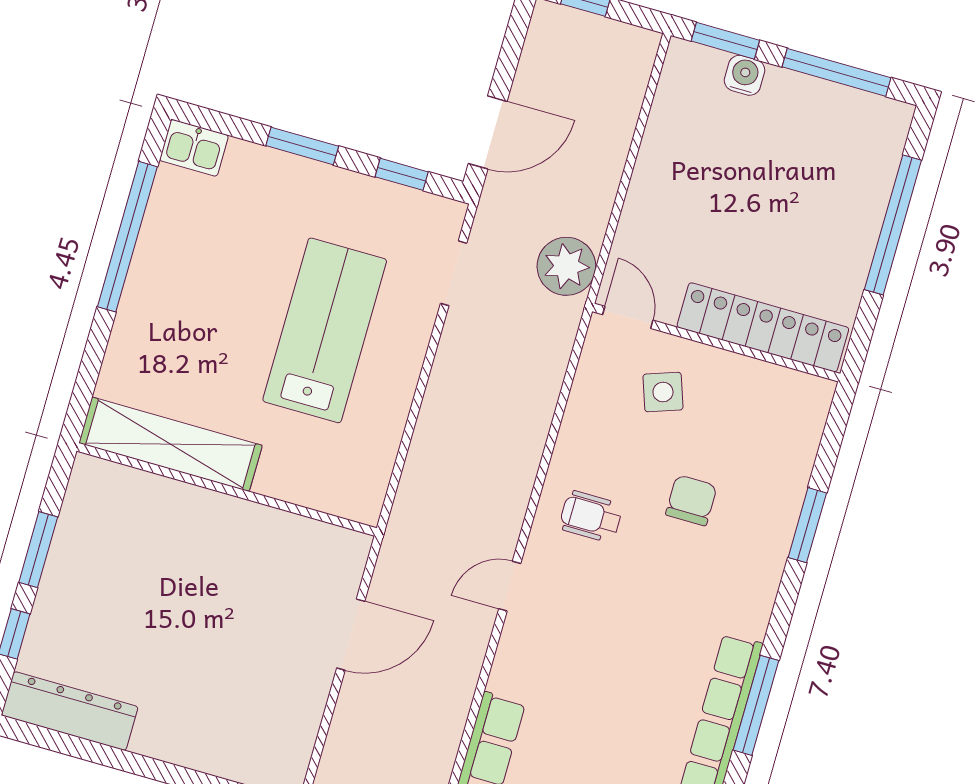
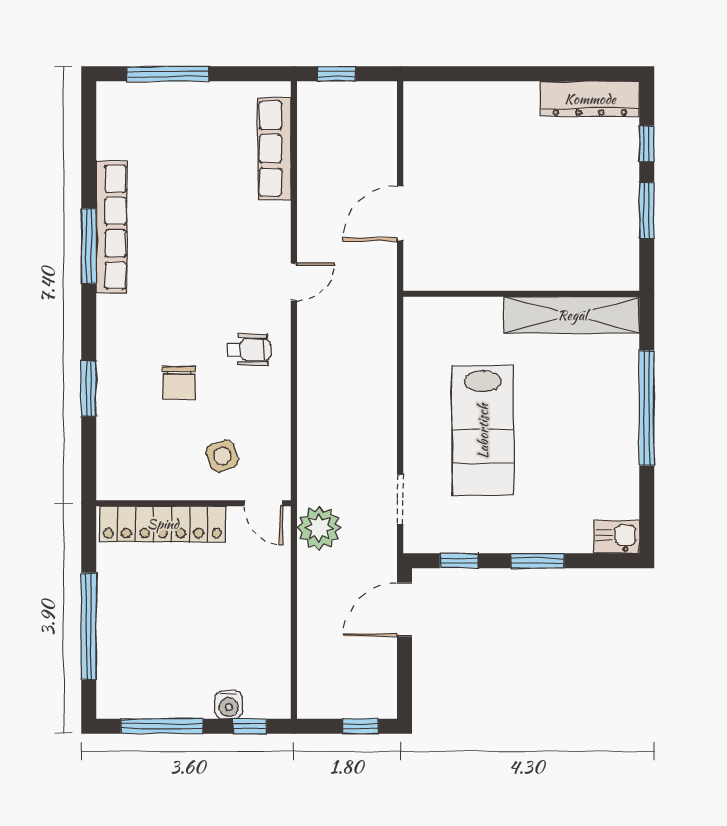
window: (725, 41) -> (250, 726), width x0.67
window: (127, 237) -> (647, 408), moved

